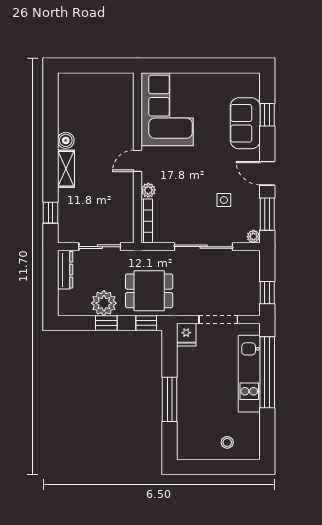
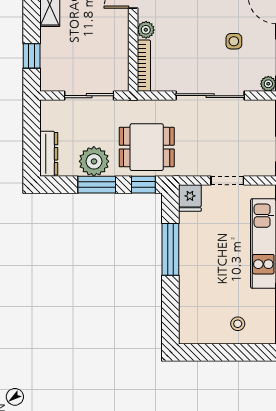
dresser: (65, 270) -> (49, 154), moved
doorway: (218, 320) -> (227, 181), width x0.73
window: (106, 323) -> (97, 185), width x1.50
window: (169, 399) -> (170, 249), moved

